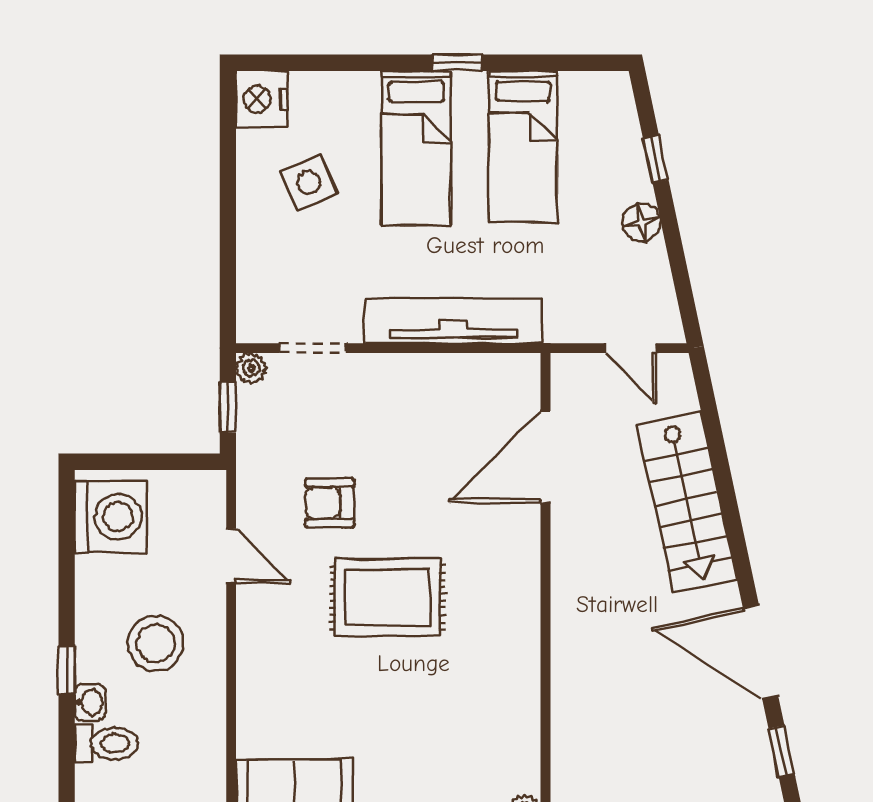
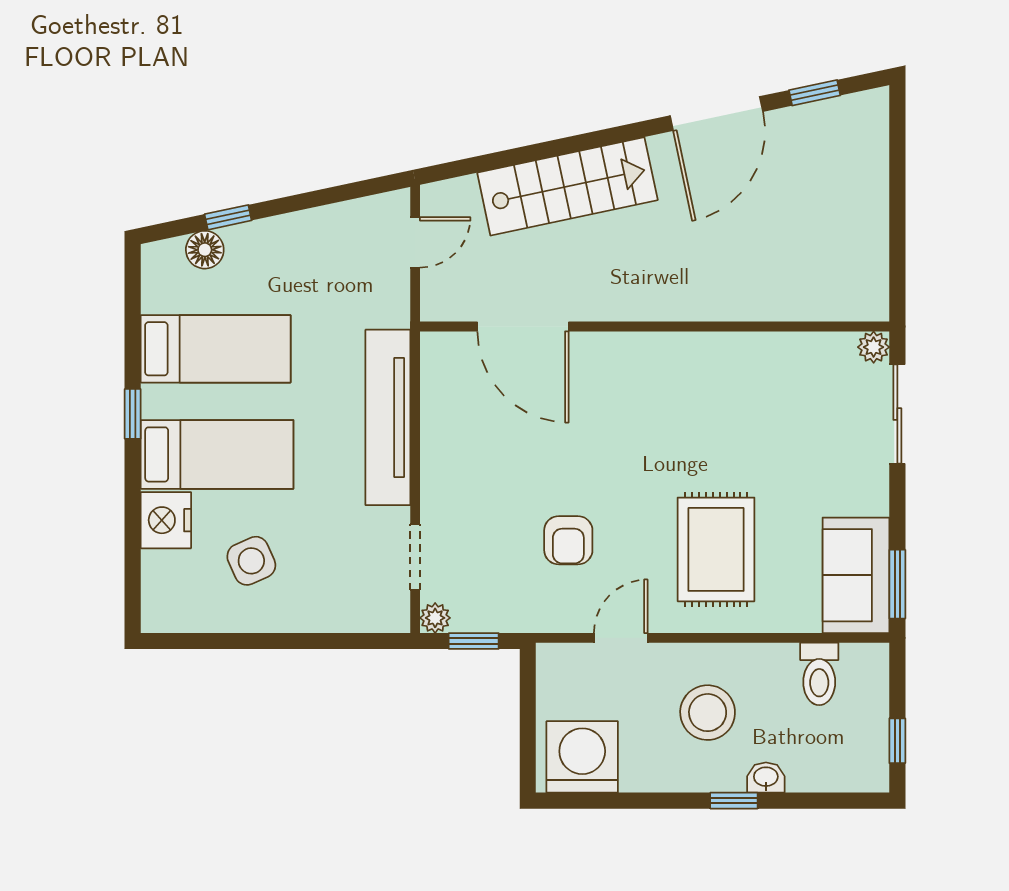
nightstand: (261, 99) -> (166, 520), moved, turned 90
floor lamp: (641, 222) -> (205, 250), moved
rug: (388, 597) -> (716, 549), moved
toilet: (106, 744) -> (819, 674), moved, turned 180

